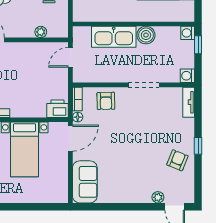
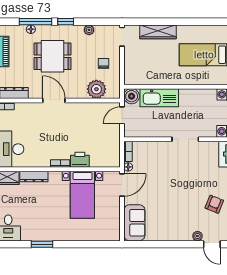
plant: (41, 32) -> (96, 89), width x1.88, depth x1.88
boiler: (146, 35) -> (132, 96), moved
armchair: (106, 101) -> (153, 153), removed
printer: (58, 109) -> (80, 160), moved

